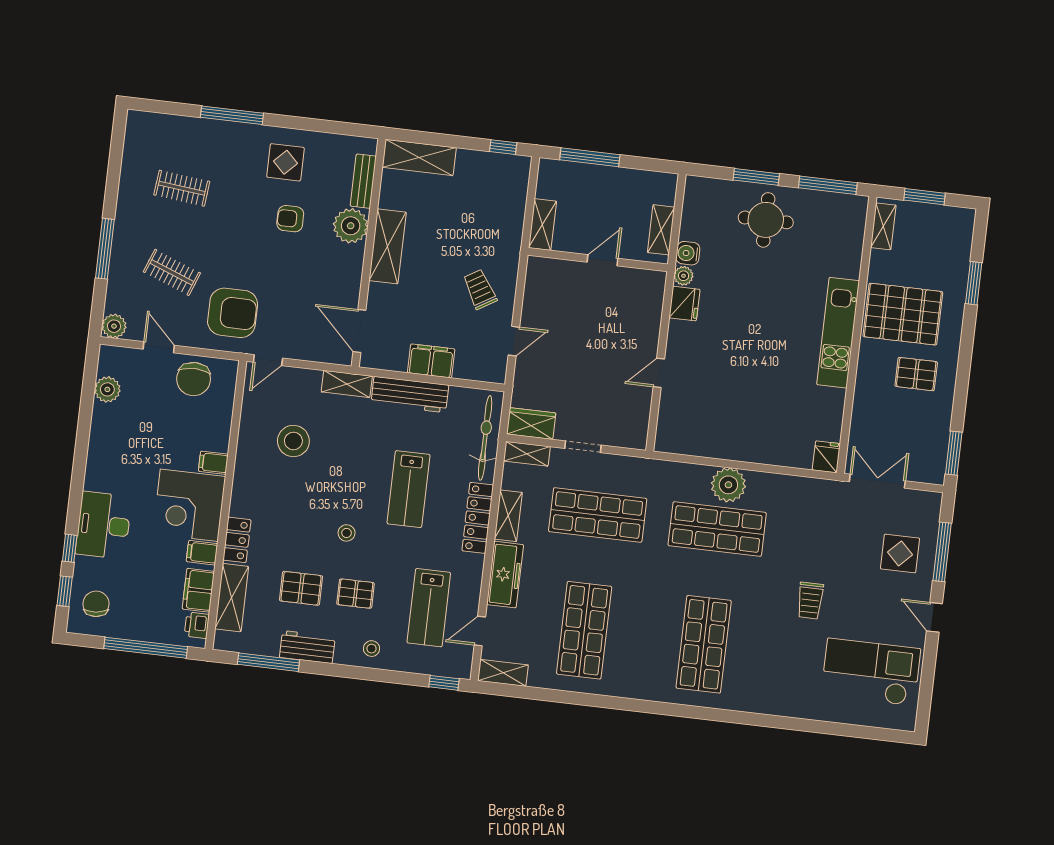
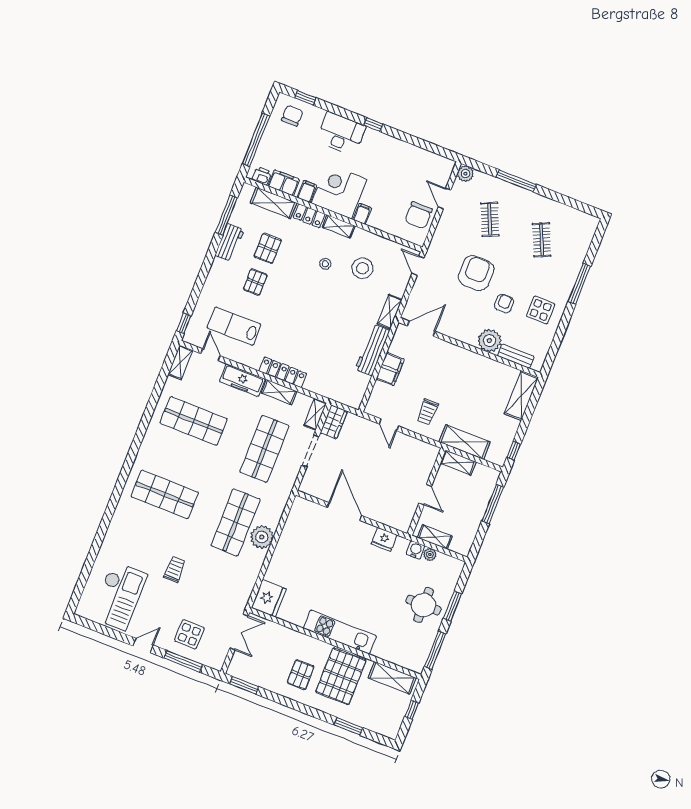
clothes rail: (182, 188) -> (542, 240), turned -30
window: (925, 197) -> (412, 710), width x0.67
shelving: (883, 226) -> (392, 678), width x1.50, depth x1.33
shelving: (388, 246) -> (465, 442), moved
clothes rail: (172, 272) -> (490, 219), turned -45
plant: (683, 276) -> (430, 554), moved
trolley: (480, 289) -> (427, 412), turned 121
armchair: (233, 313) -> (476, 273), moved, turned 180
door: (159, 347) -> (445, 198), swing flipped
door: (659, 373) -> (344, 512), width x1.88
chair: (194, 379) -> (418, 215), turned -90
plant: (107, 389) -> (426, 159), removed
bicycle: (485, 438) -> (332, 390), removed
doorway: (583, 447) -> (310, 451), width x1.38
fridge: (826, 457) -> (269, 598), width x1.88, depth x1.34
lab bench: (408, 489) -> (313, 333), removed
shelving: (241, 492) -> (339, 226), added
stool: (347, 533) -> (325, 264), moved
window: (70, 548) -> (373, 125), moved
trolley: (810, 601) -> (175, 569), turned 90
chair: (96, 604) -> (292, 116), turned -84
stool: (372, 649) -> (218, 283), removed

